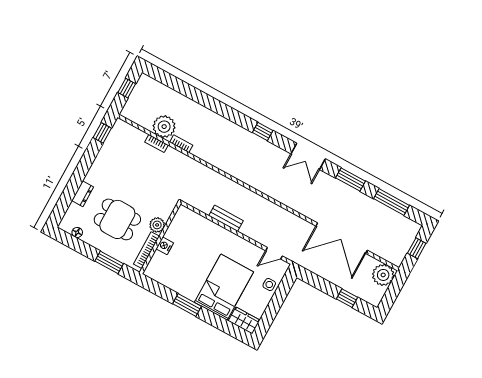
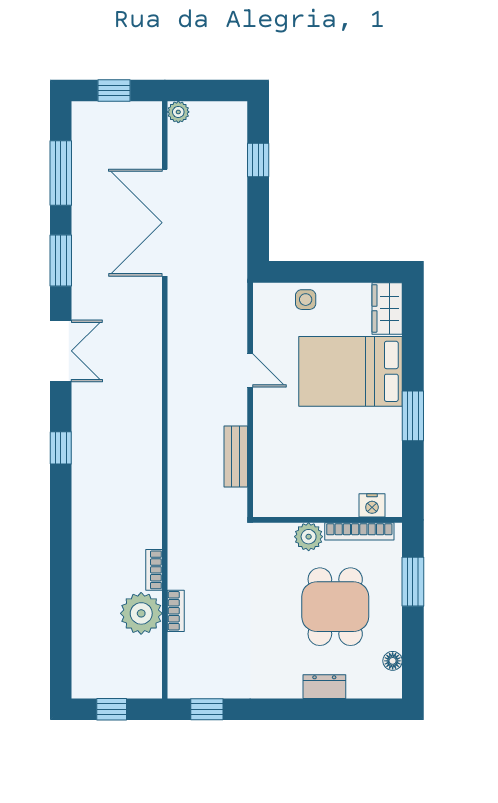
bench: (226, 218) -> (236, 456), moved
double door: (342, 238) -> (165, 223), swing flipped
nightstand: (165, 246) -> (372, 505), moved
door: (274, 253) -> (250, 371), moved
plant: (383, 275) -> (178, 112), width x0.53, depth x0.53

